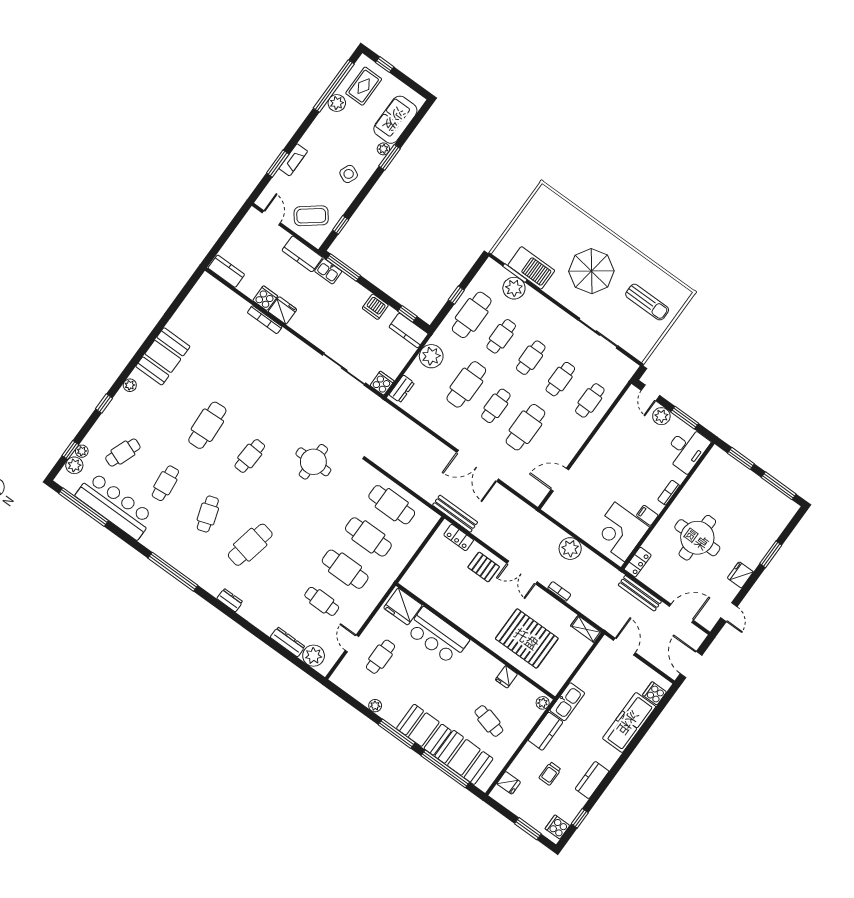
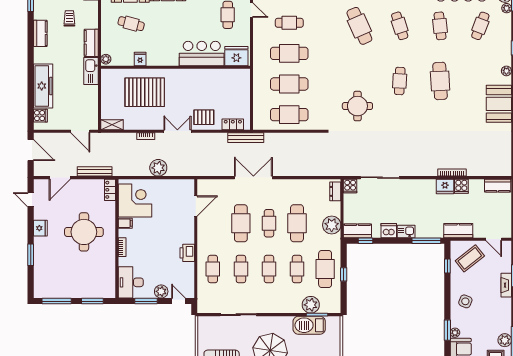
kitchen sink: (328, 271) -> (406, 231), moved
printer: (604, 437) -> (187, 253), added
cafe table: (250, 545) -> (359, 26), turned -36

